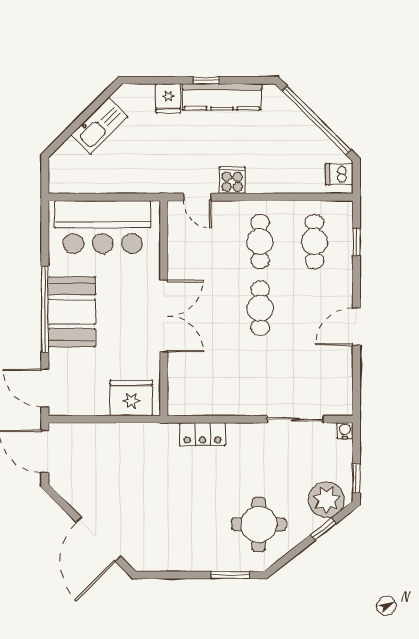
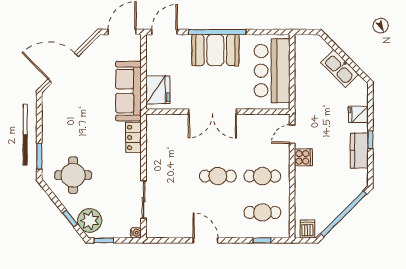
kitchen counter: (222, 97) -> (359, 150), width x0.67
sofa: (133, 442) -> (128, 91), added

